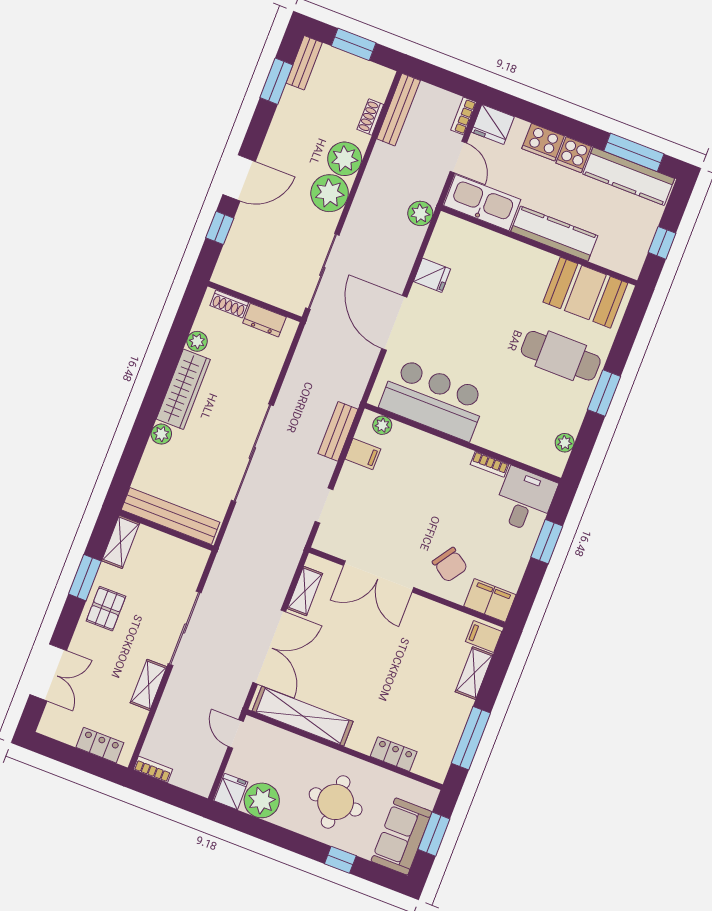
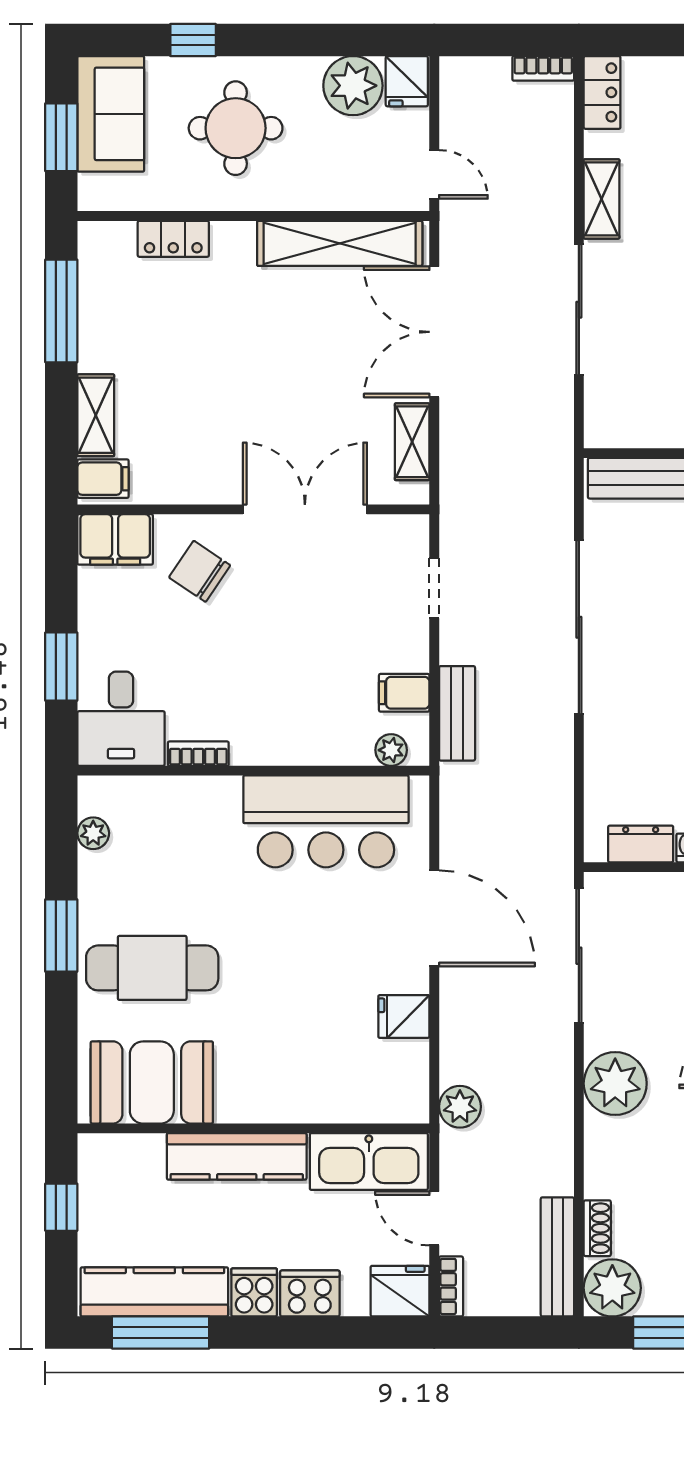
plant: (345, 159) -> (612, 1288), moved
locker: (100, 745) -> (602, 92), moved, turned -90

